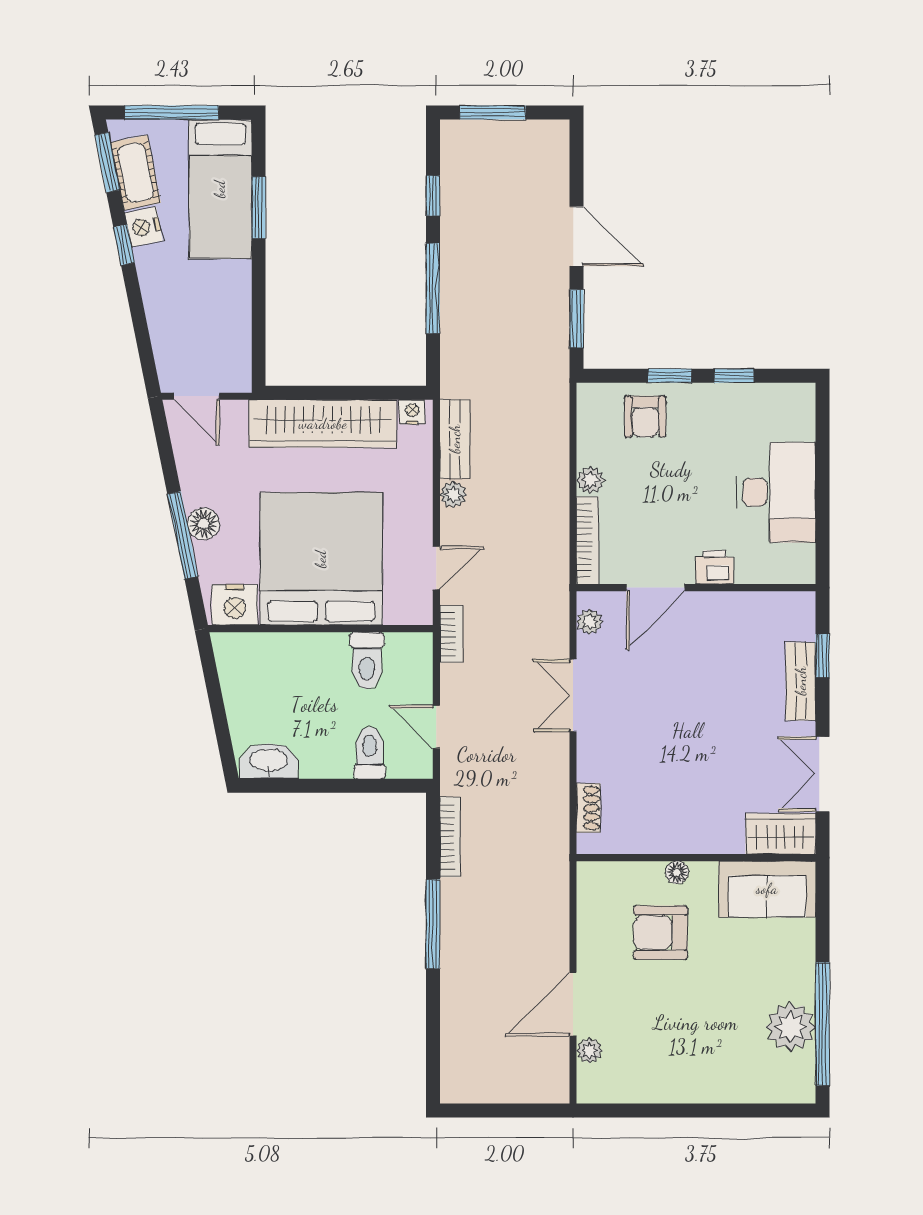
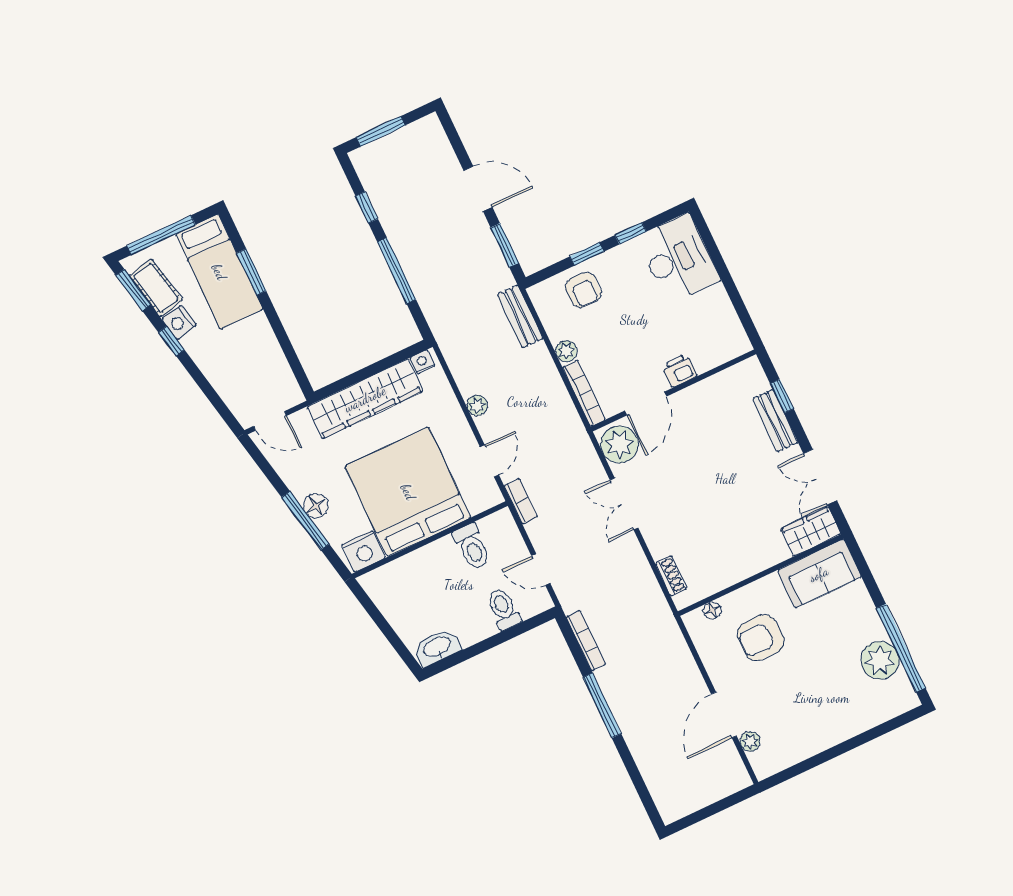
bench: (455, 439) -> (520, 316), moved
desk: (776, 492) -> (678, 259), moved
plant: (590, 622) -> (619, 444), width x1.88, depth x1.88
floor lamp: (677, 872) -> (712, 610), moved

